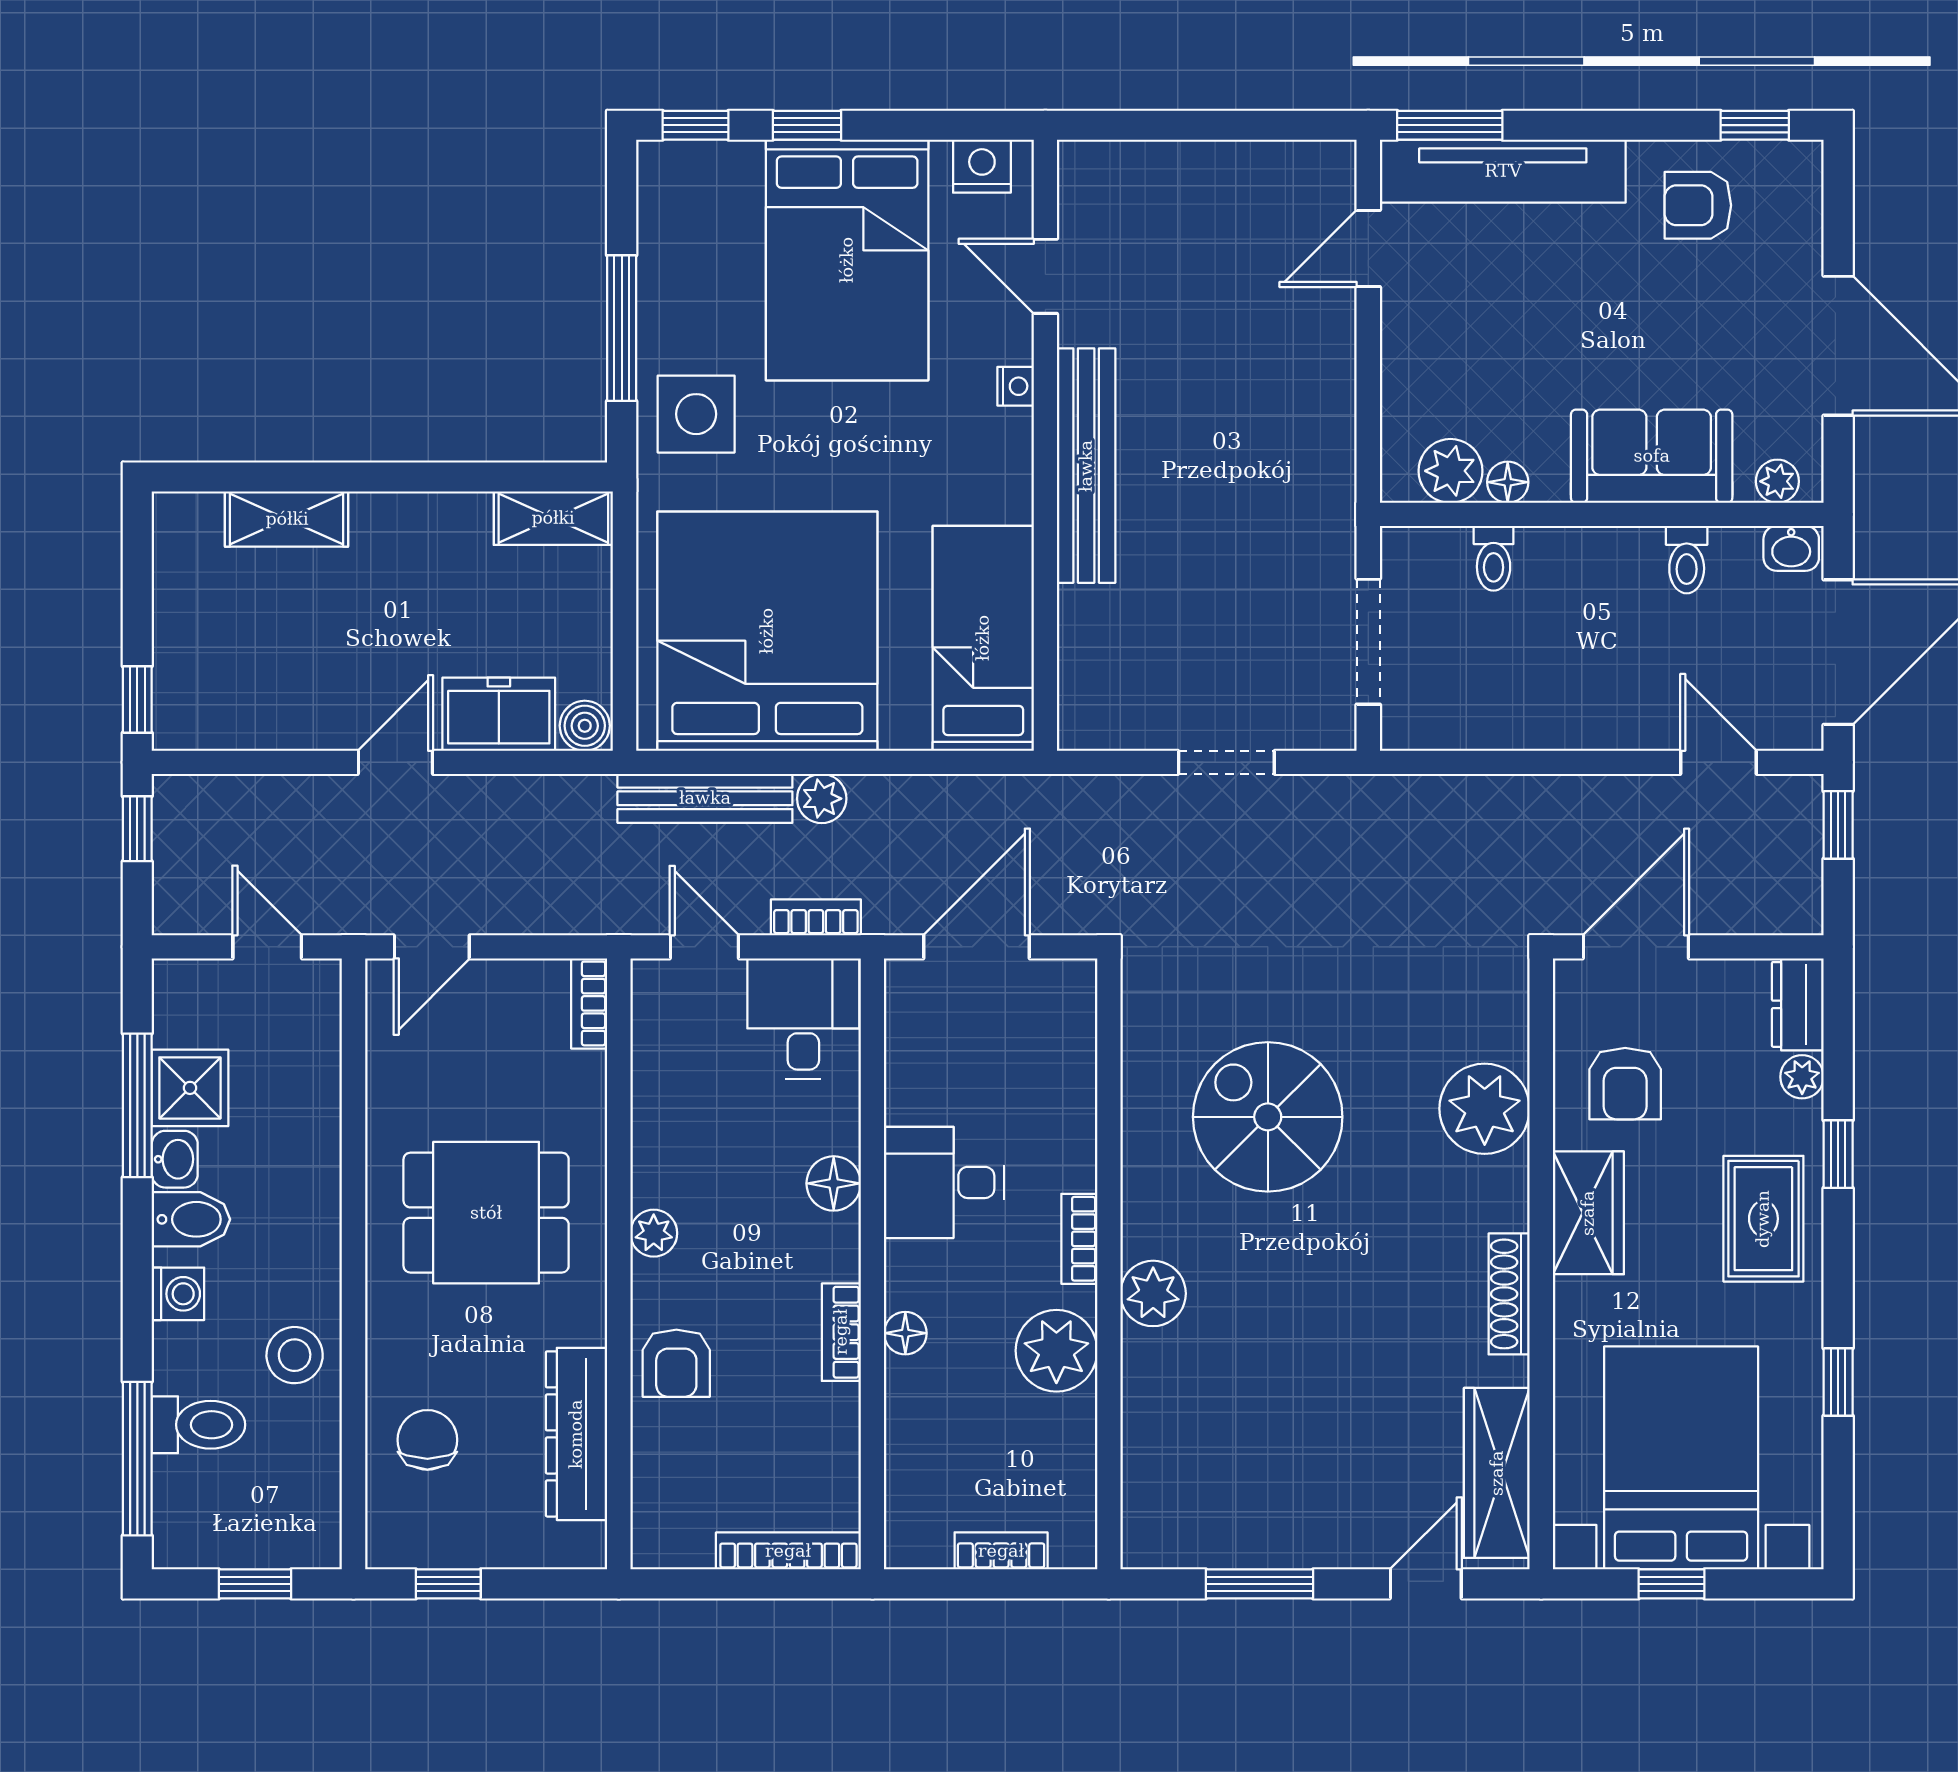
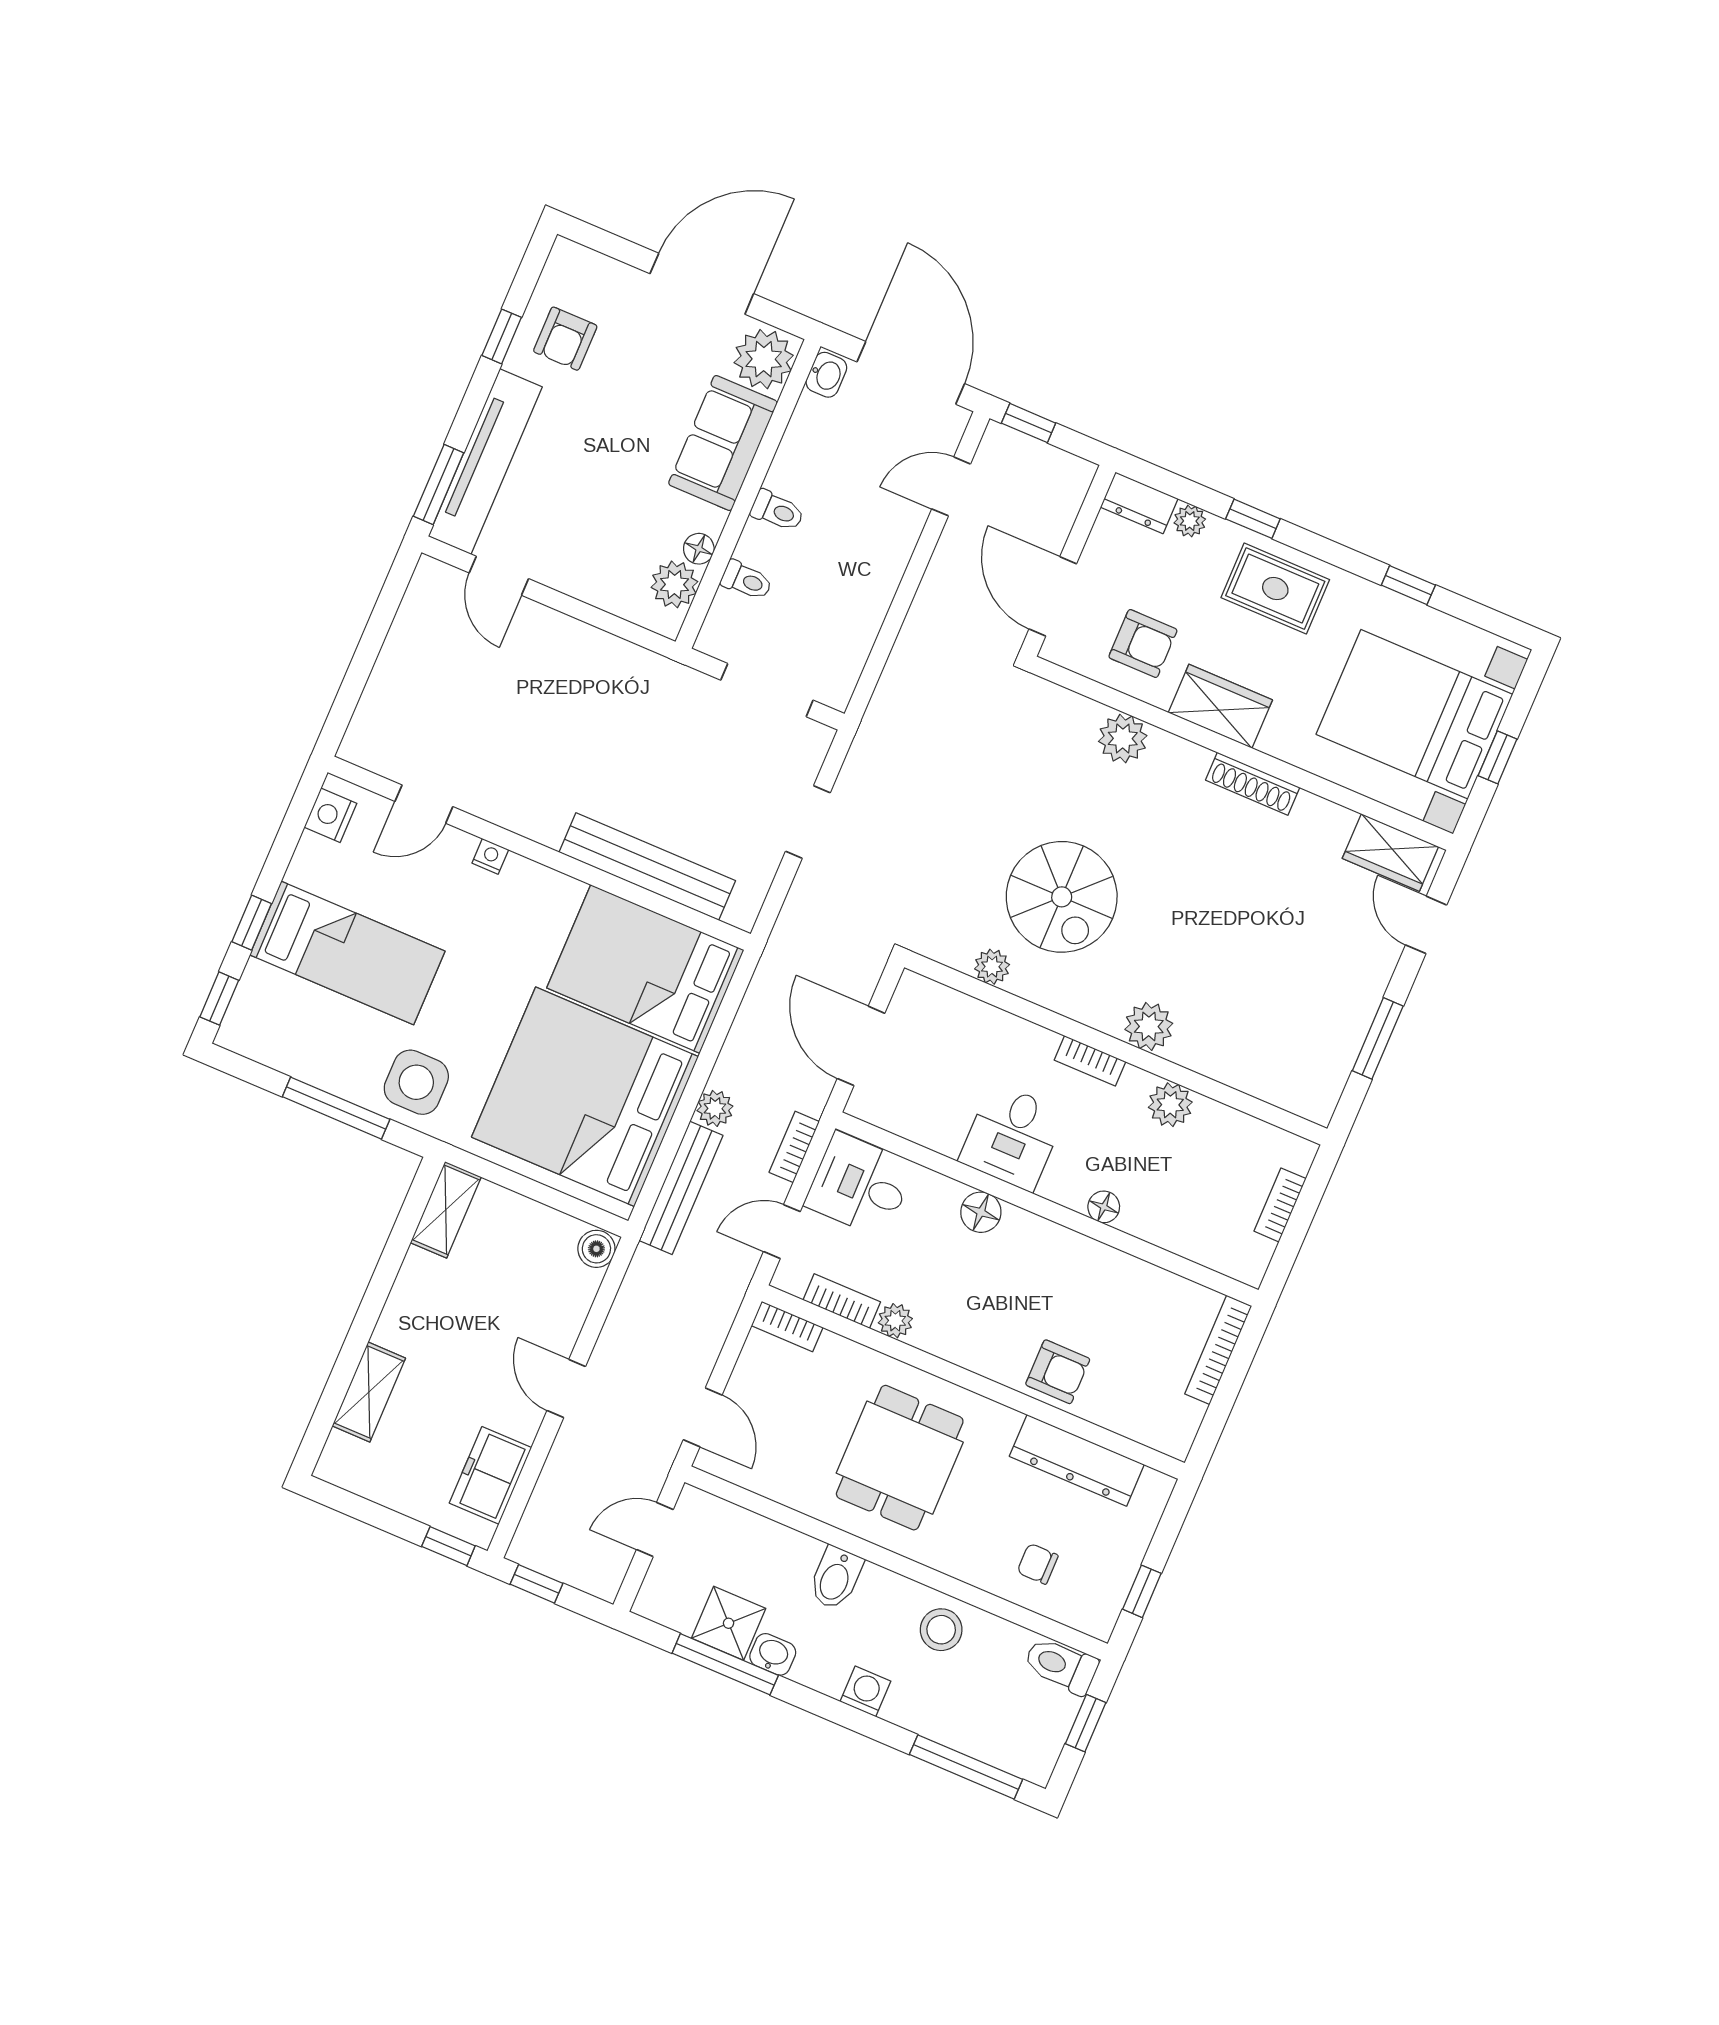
window: (1755, 125) -> (502, 336), moved
bed: (847, 260) -> (347, 953), width x0.67
bench: (1086, 466) -> (647, 866), moved
plant: (1777, 481) -> (764, 359), width x1.87, depth x1.87
toilet: (1687, 560) -> (777, 511), moved
bed: (983, 638) -> (645, 969), width x1.50
freezer: (499, 714) -> (490, 1475), moved
plant: (1144, 1067) -> (992, 967), added
plant: (1485, 1109) -> (1123, 739), width x0.73, depth x0.73
spiral stairs: (1268, 1117) -> (1062, 897), turned -90
bidet: (191, 1219) -> (836, 1578), moved, turned 180
plant: (654, 1233) -> (895, 1321), moved
bookcase: (841, 1332) -> (842, 1301), moved, turned 180
plant: (1056, 1351) -> (1170, 1105), width x0.73, depth x0.73
toilet: (198, 1425) -> (1061, 1665), moved, turned -90
chair: (427, 1440) -> (1038, 1564), width x0.73, depth x0.73
wardrobe: (1497, 1473) -> (1390, 852), width x0.67

